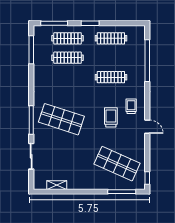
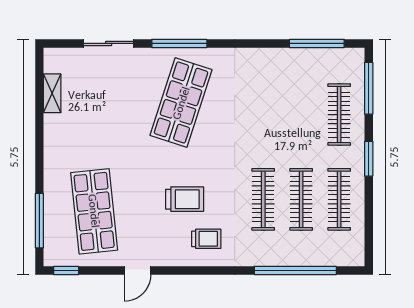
clothes rail: (68, 58) -> (301, 199), moved
door: (147, 127) -> (138, 270), moved
shop shelf: (117, 164) -> (94, 211), turned -30

